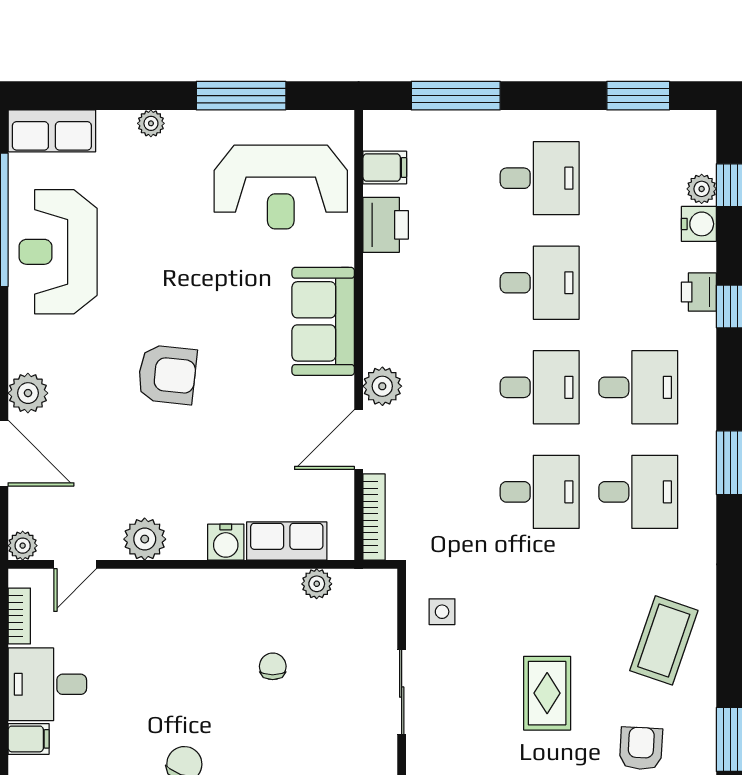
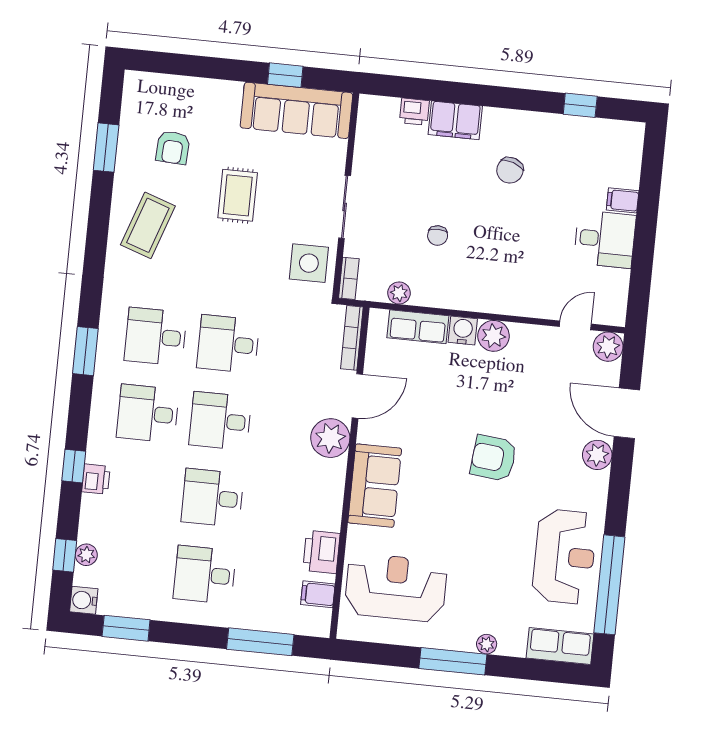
window: (241, 96) -> (453, 661), moved
water cooler: (699, 224) -> (84, 600), moved
plant: (382, 386) -> (330, 438), width x1.36, depth x1.36
plant: (145, 539) -> (493, 336), moved
plant: (23, 546) -> (608, 347), width x1.38, depth x1.38
side table: (442, 612) -> (309, 263), width x1.87, depth x1.87
bookcase: (19, 616) -> (349, 278), moved, turned 180

